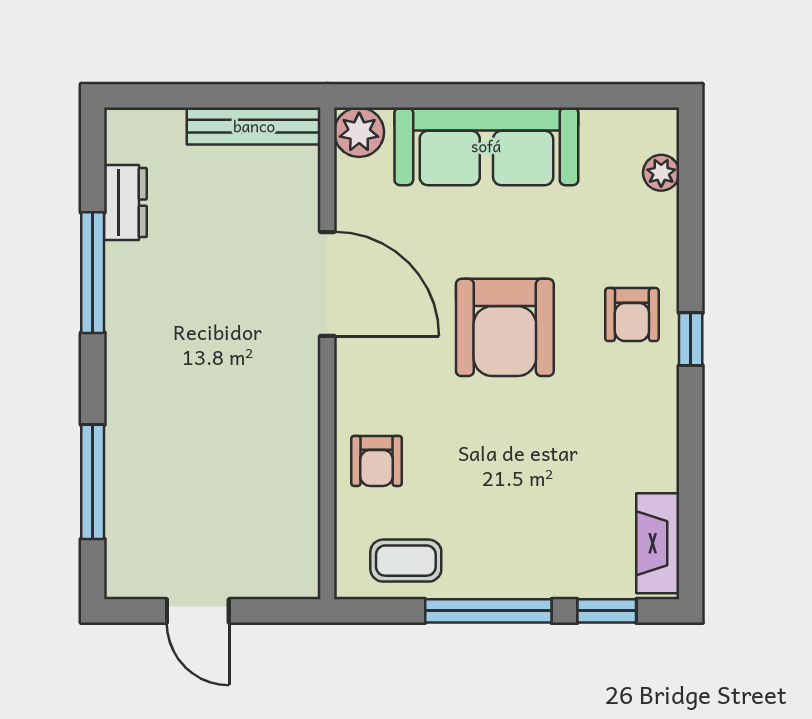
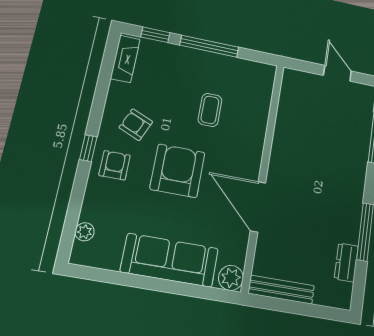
armchair: (377, 461) -> (136, 125), moved, turned -67
coffee table: (406, 561) -> (210, 110), moved, turned 90

